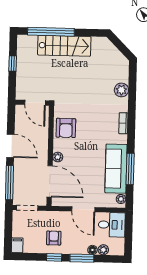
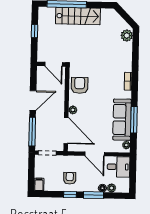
plant: (121, 90) -> (127, 36), moved
armchair: (66, 128) -> (80, 85), turned 180
door: (10, 146) -> (33, 101), hinge flipped

